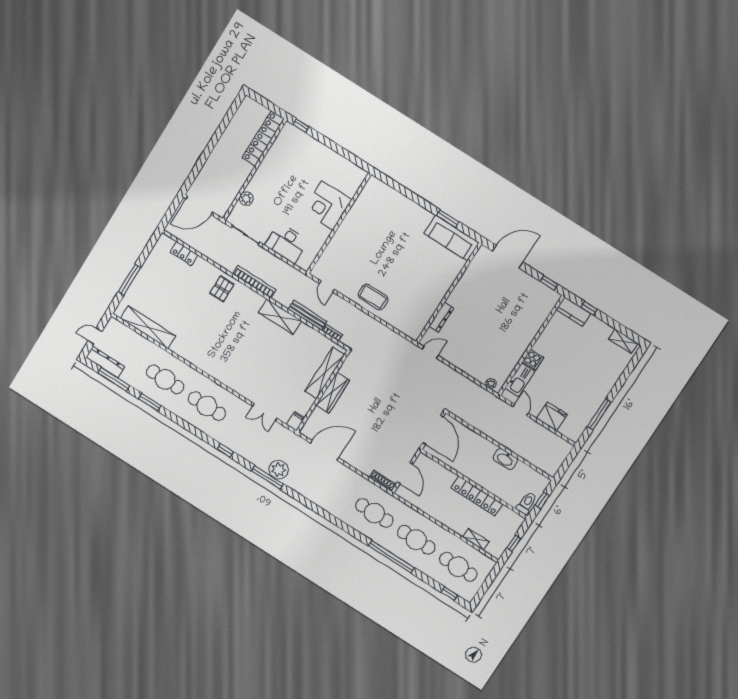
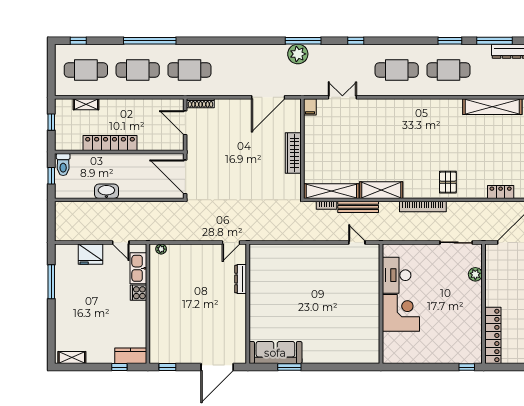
desk: (286, 243) -> (397, 275), moved, turned -90
coffee table: (373, 297) -> (311, 259), removed
shelving: (325, 373) -> (331, 191), moved, turned 90

